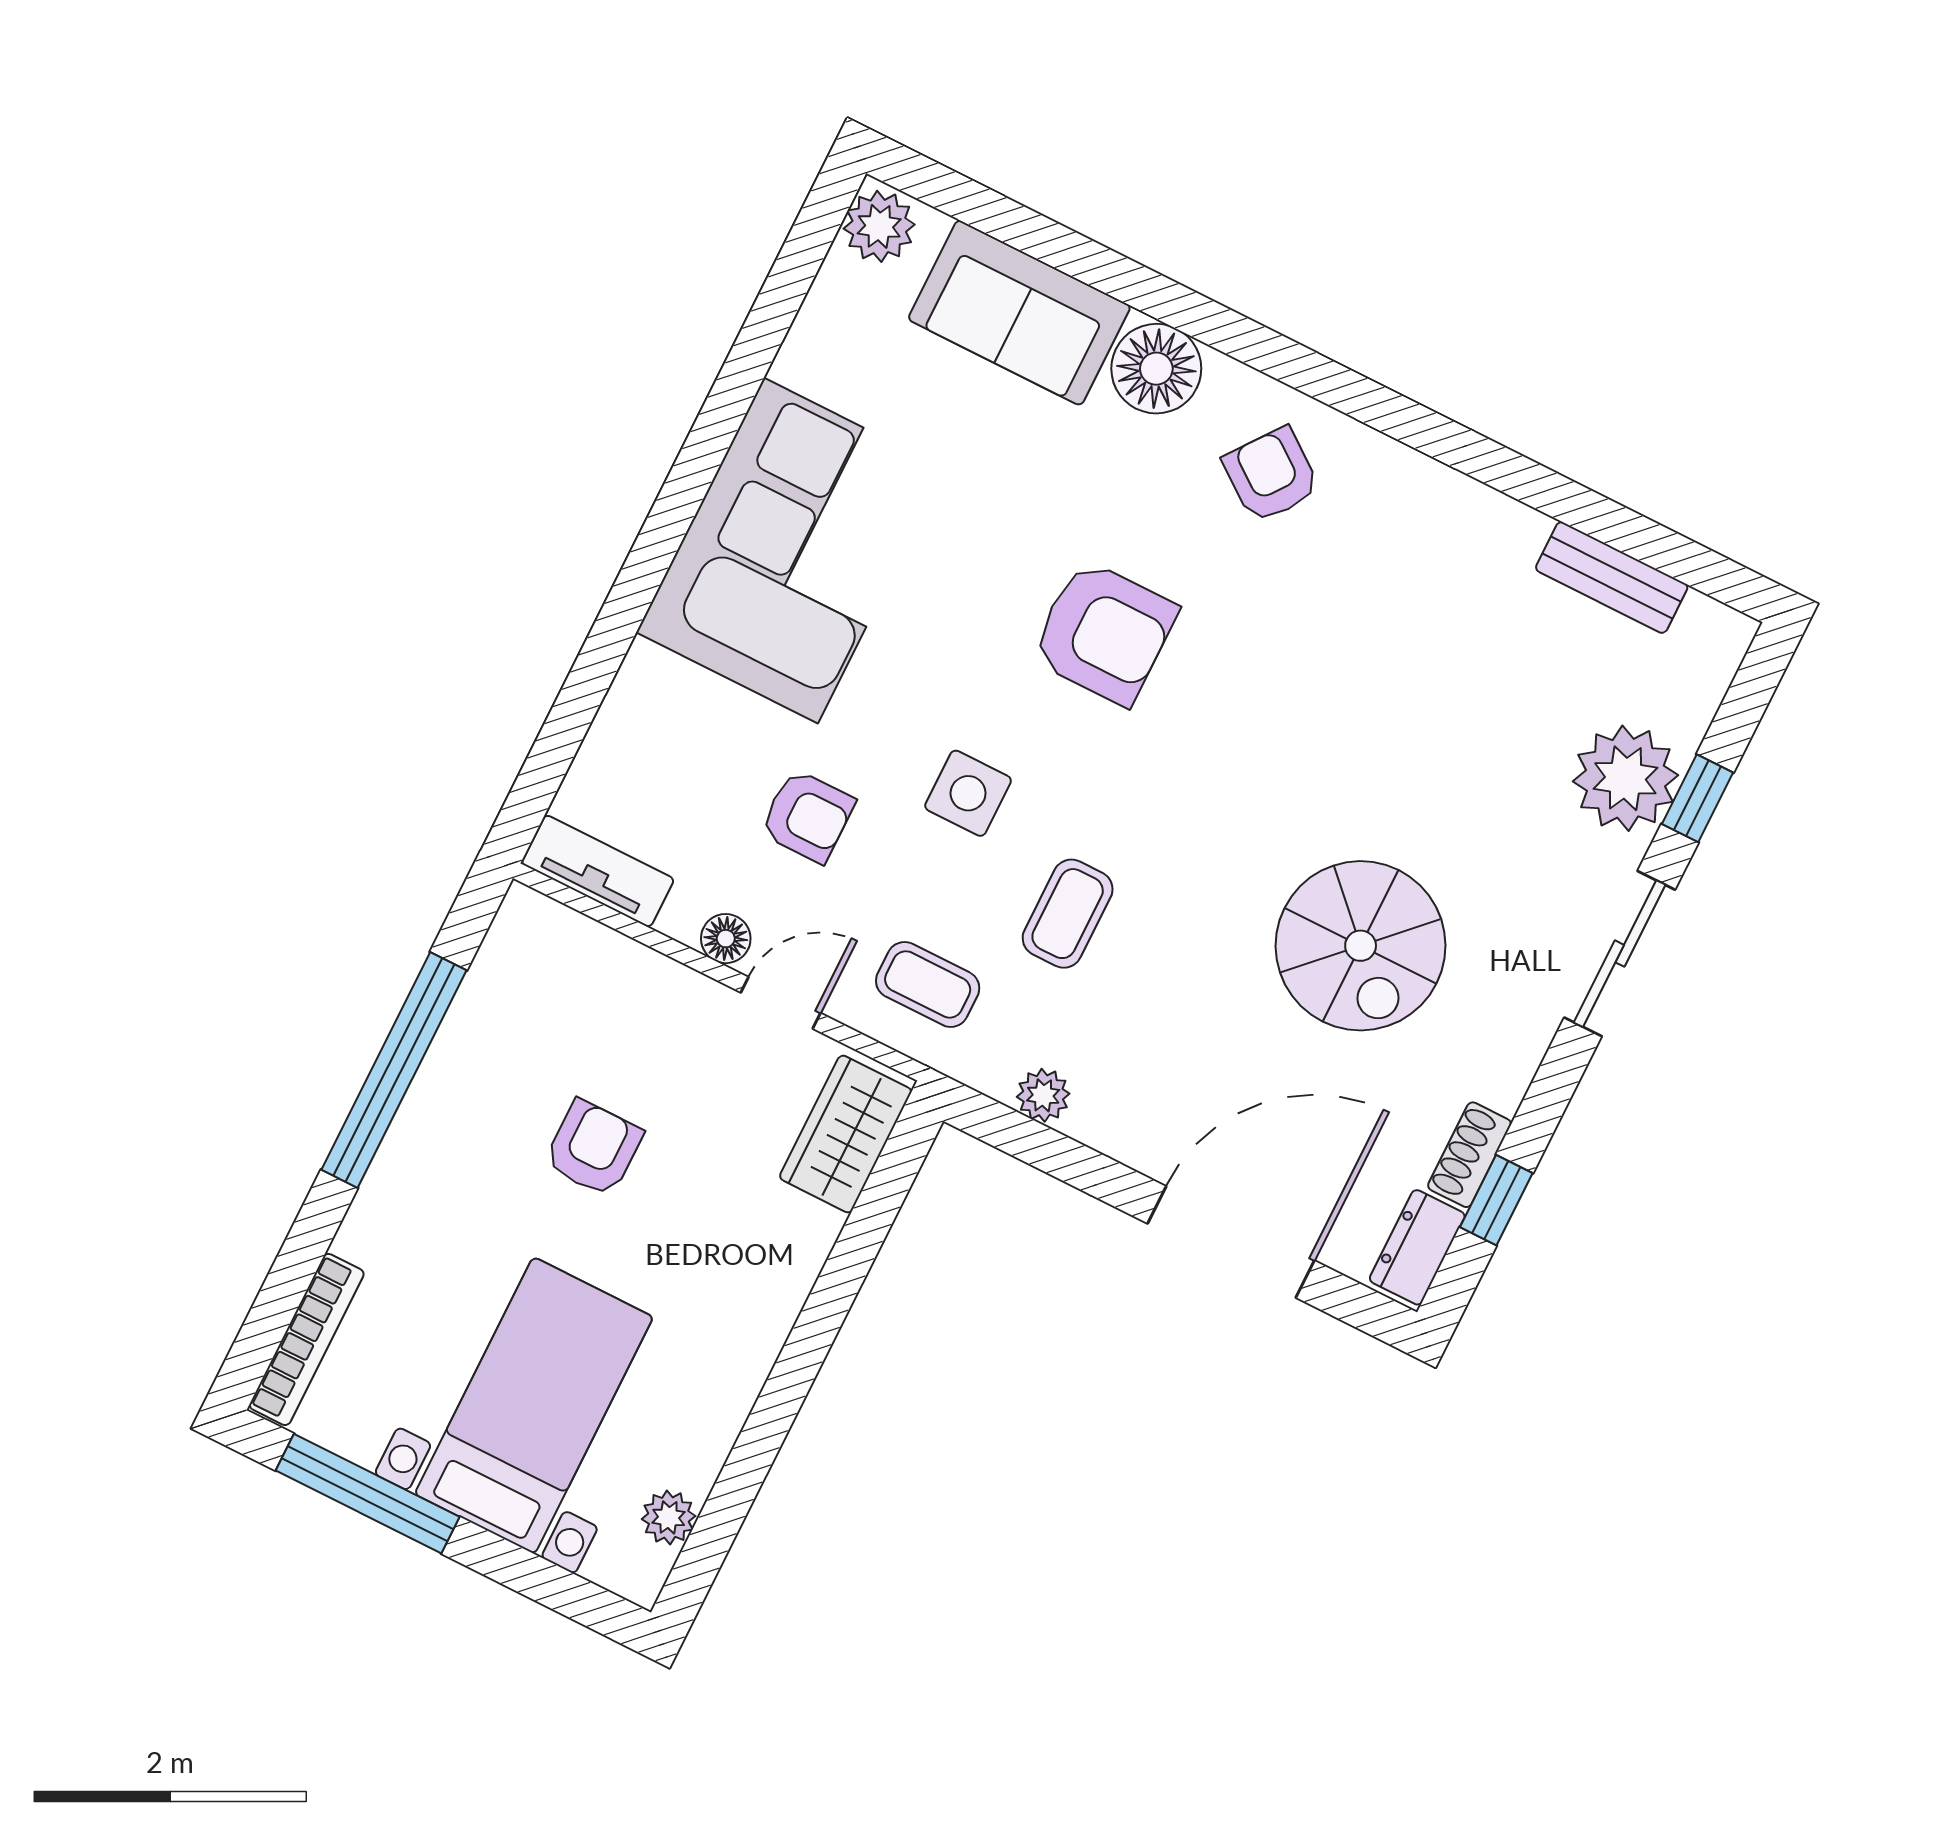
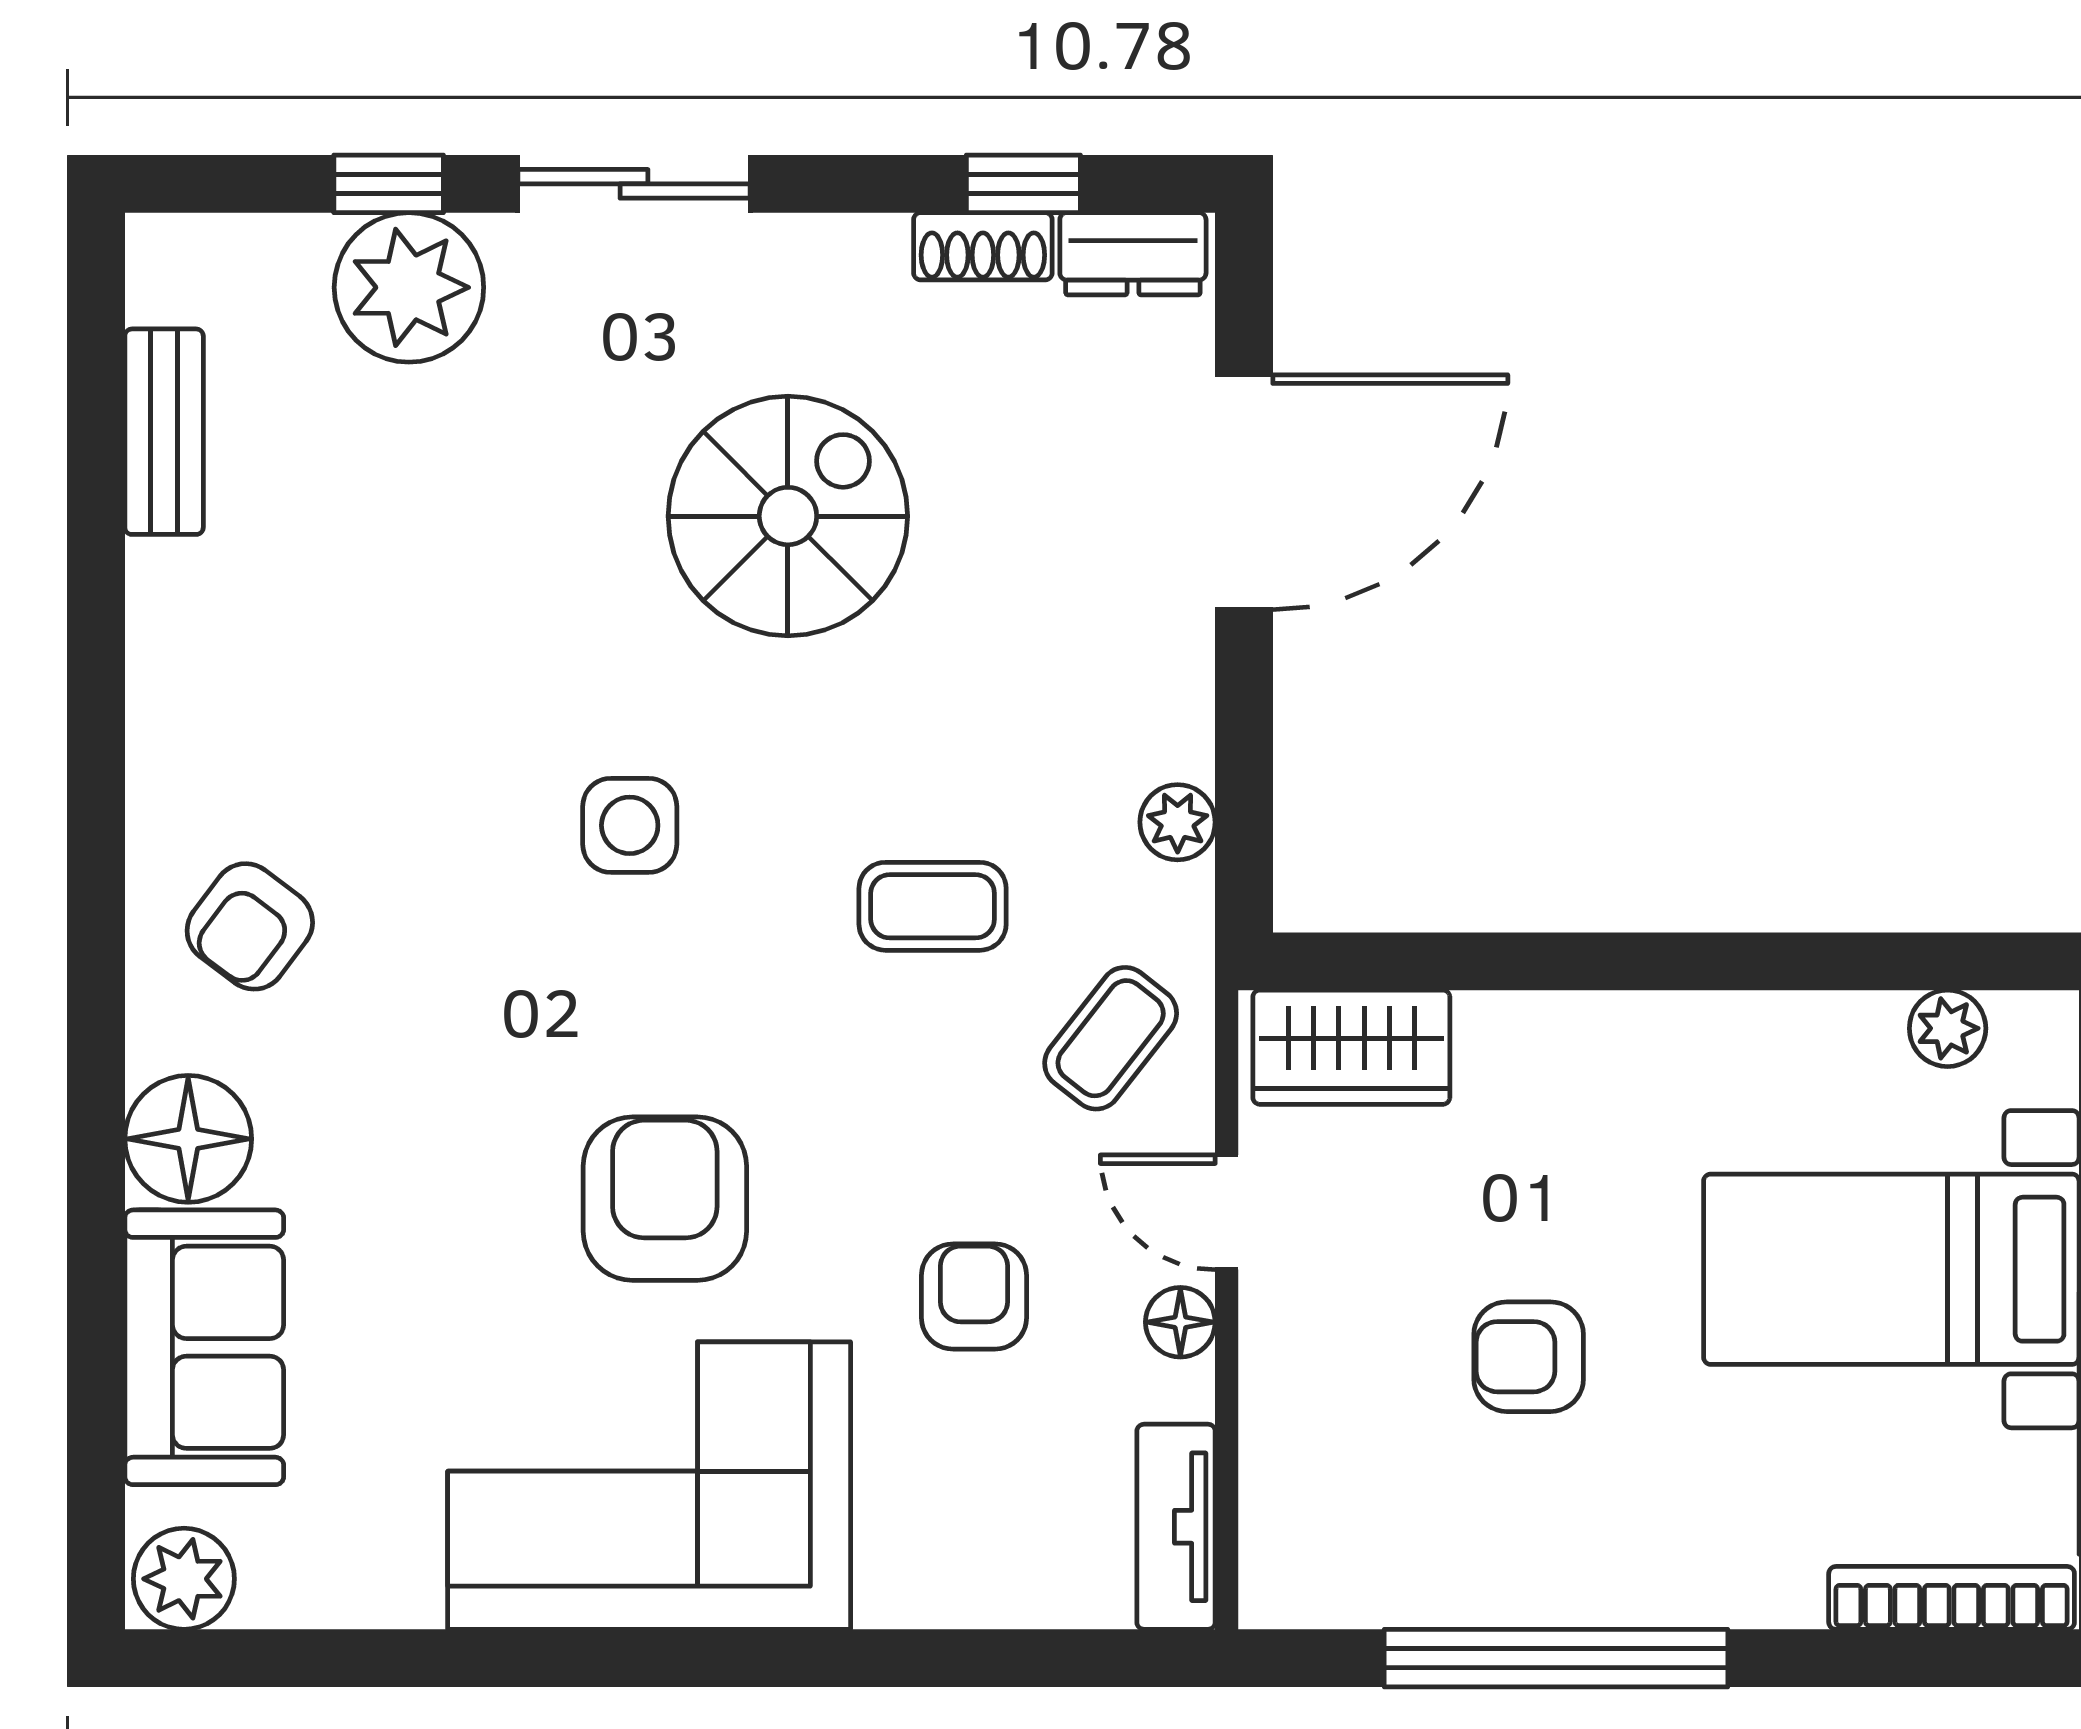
armchair: (1104, 632) -> (665, 1199), moved
side table: (968, 793) -> (630, 825), moved
coffee table: (928, 984) -> (1111, 1038), turned 38
door: (1231, 1242) -> (1244, 492), swing flipped

